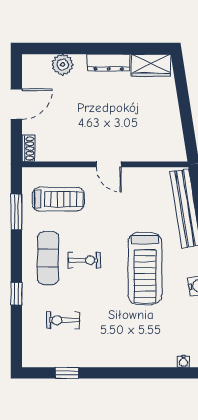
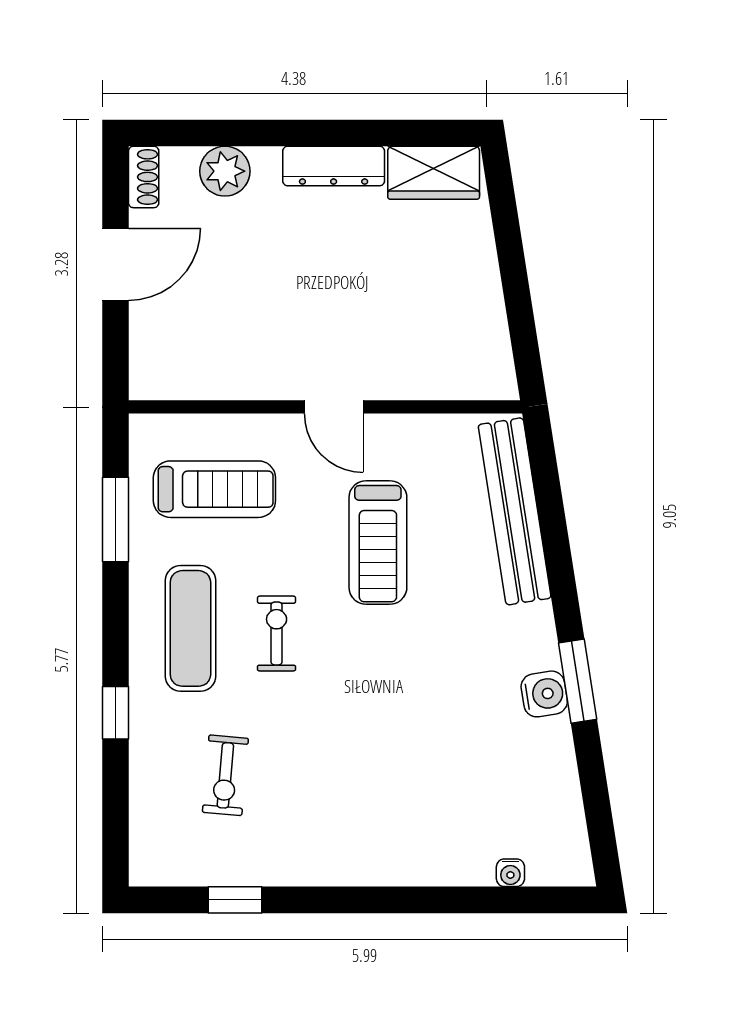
shoe rack: (28, 149) -> (144, 177), moved
exercise bike: (85, 260) -> (277, 633), turned -90
treadmill: (145, 268) -> (378, 542), moved, width x0.73, depth x0.73
exercise bike: (63, 320) -> (225, 775), turned -85

